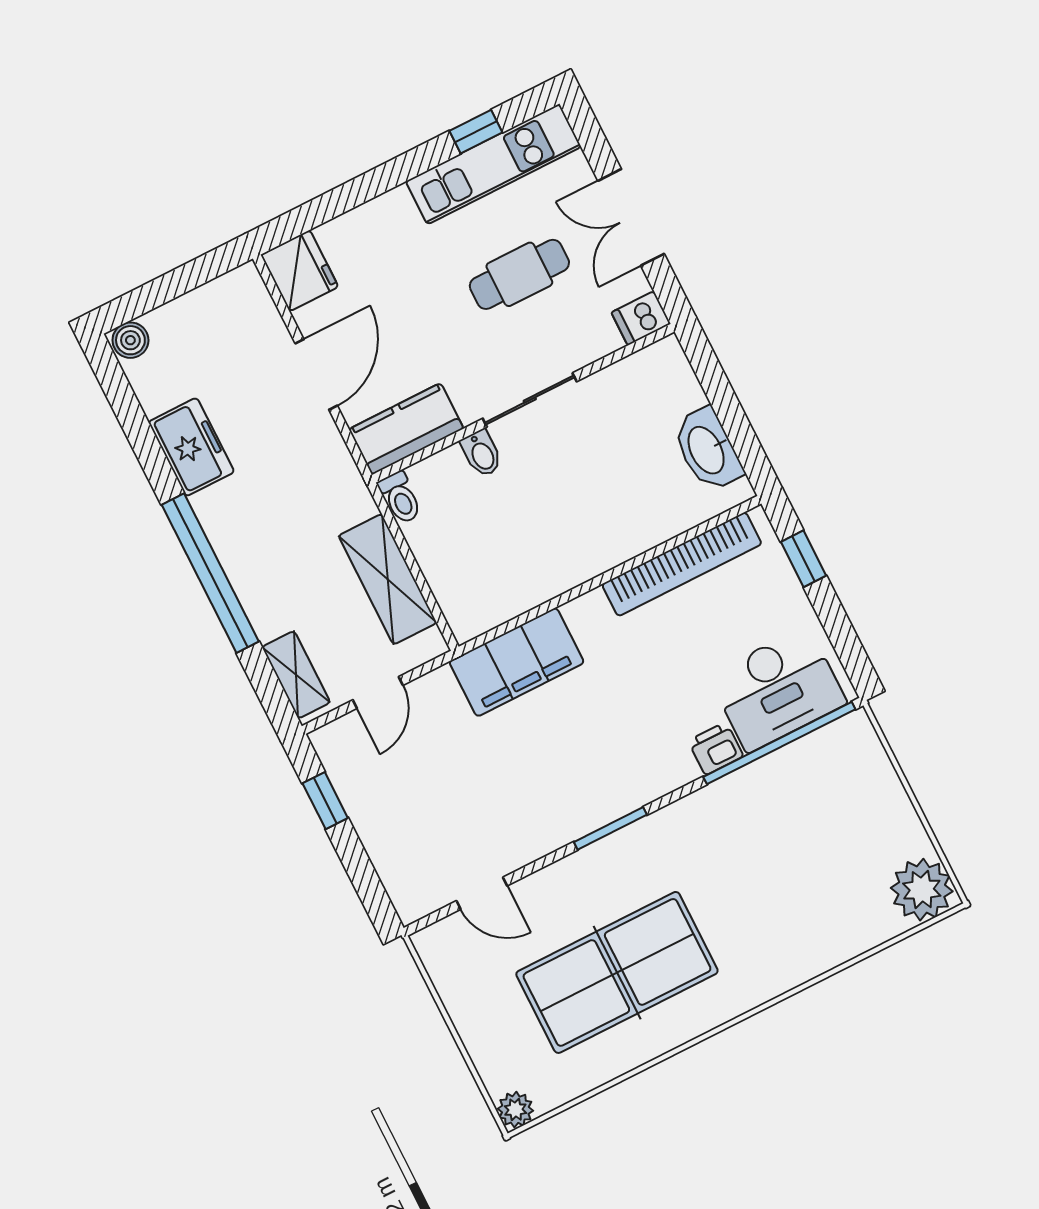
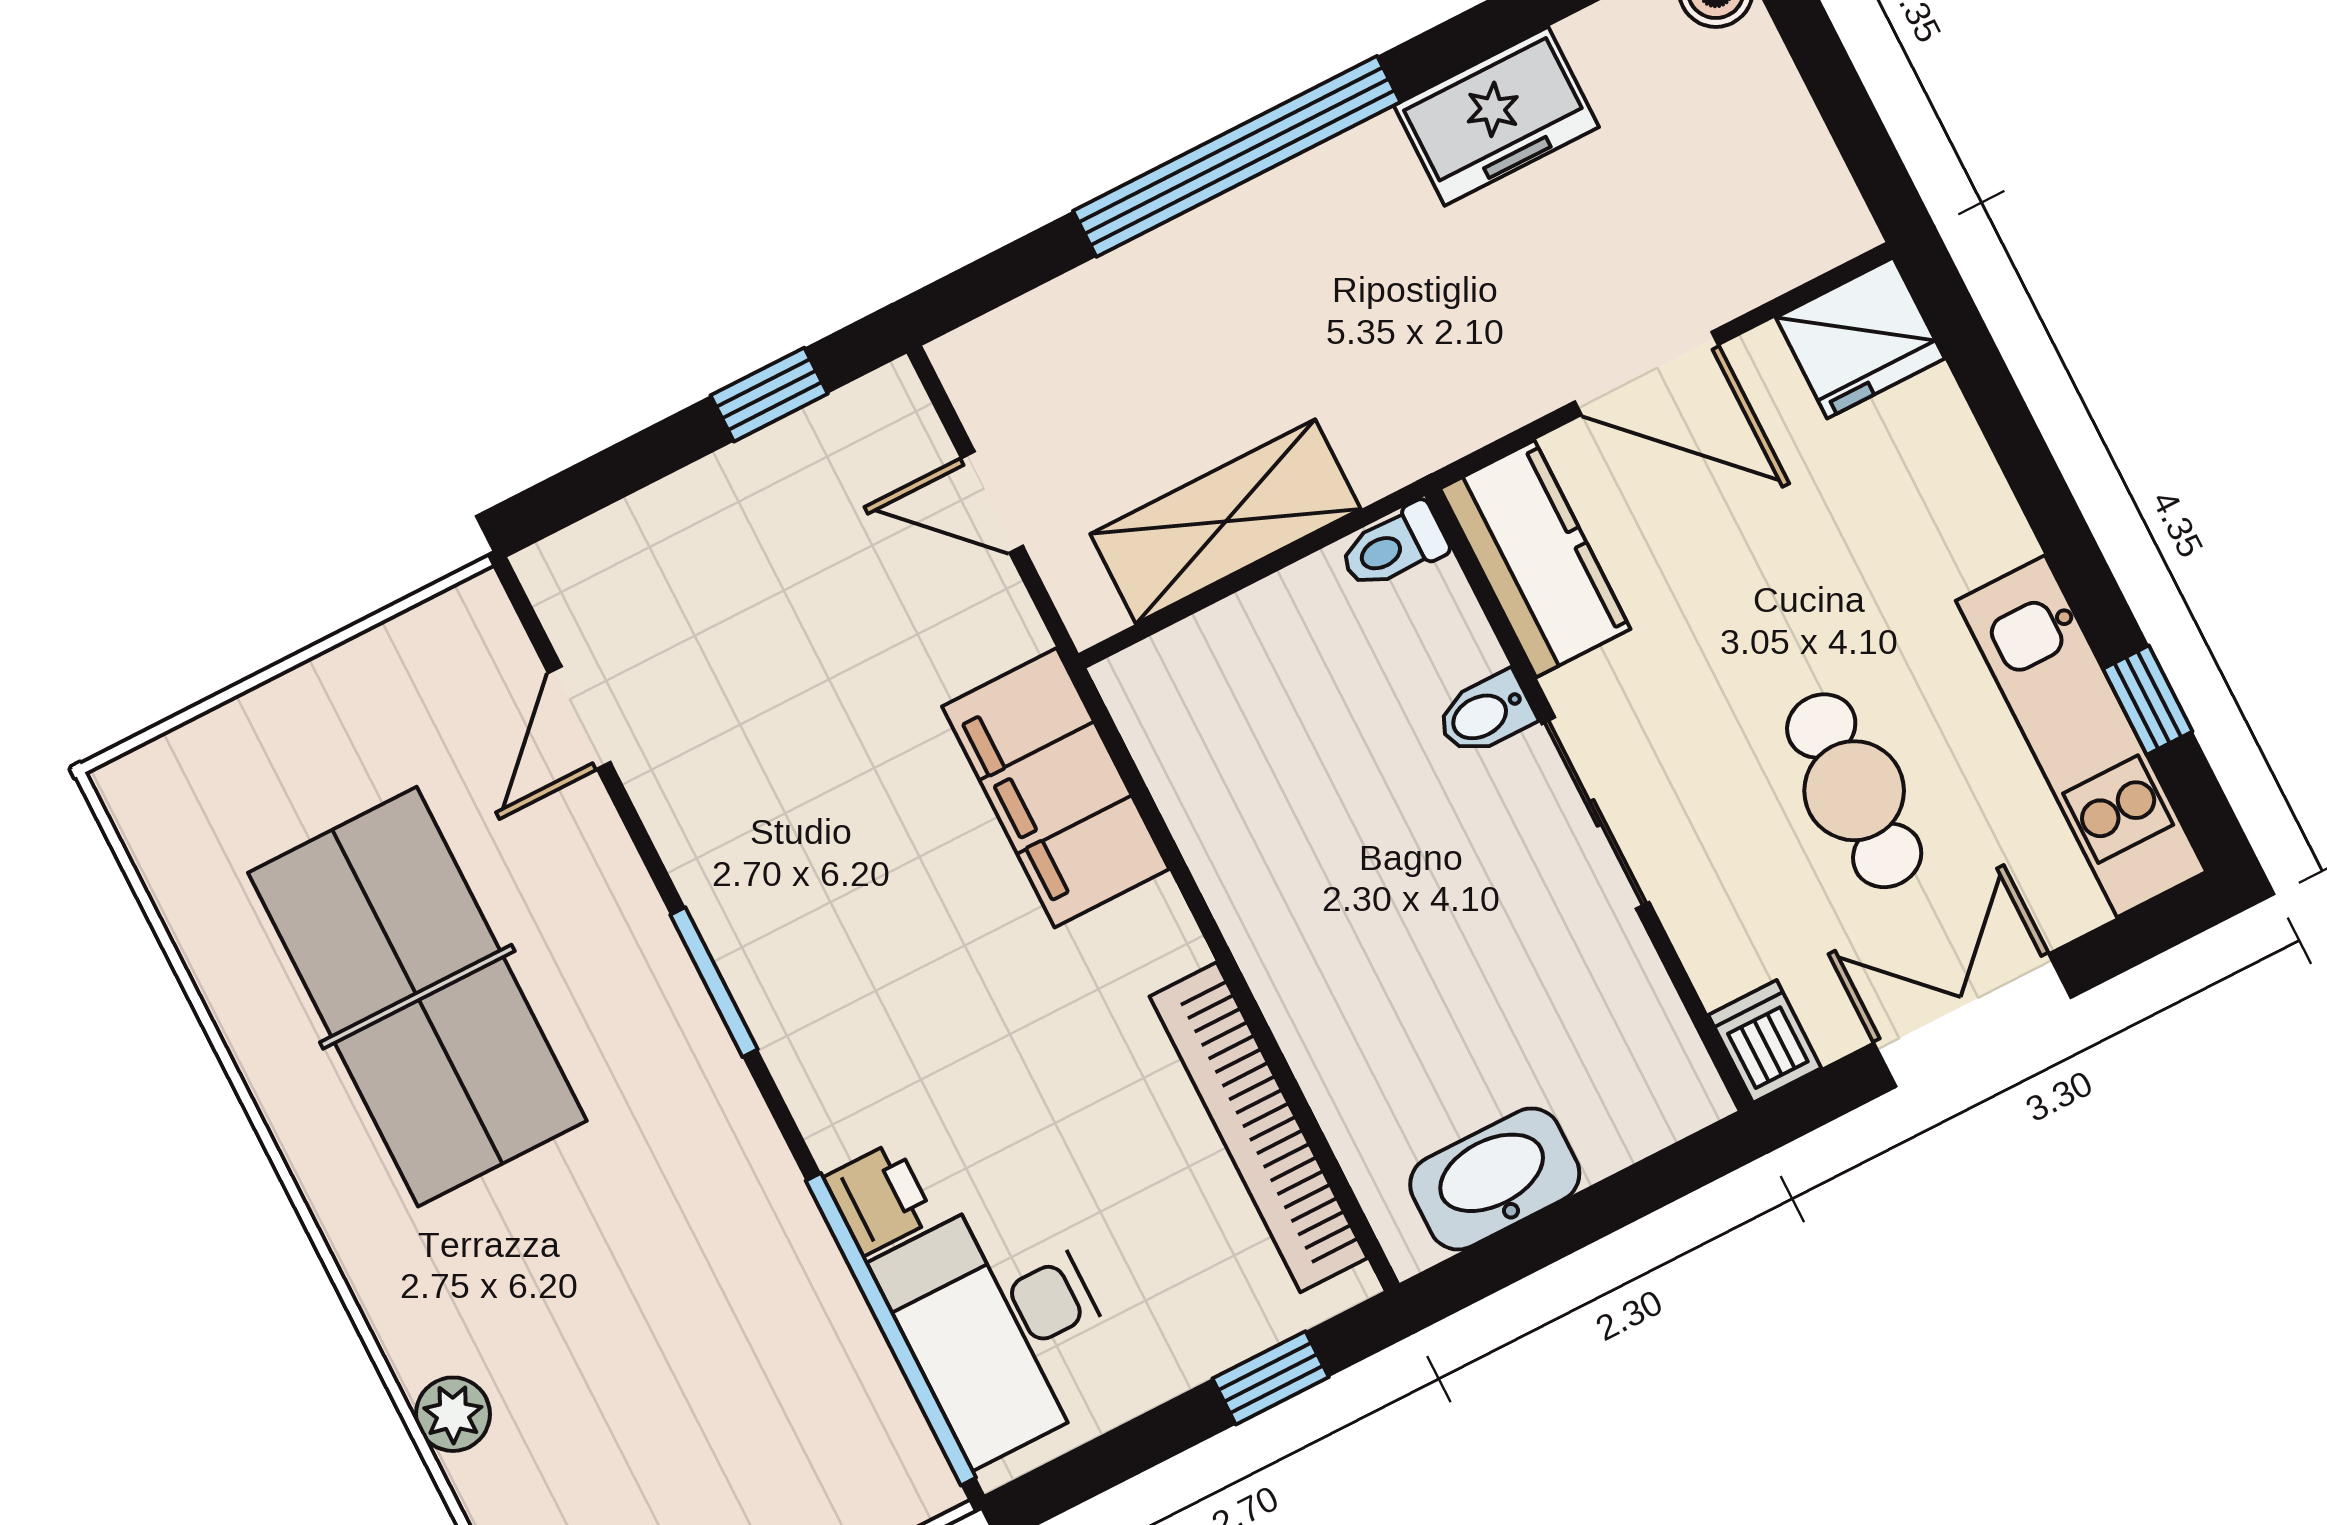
shelving: (296, 675) -> (1028, 334), removed
plant: (515, 1110) -> (453, 1414), moved

